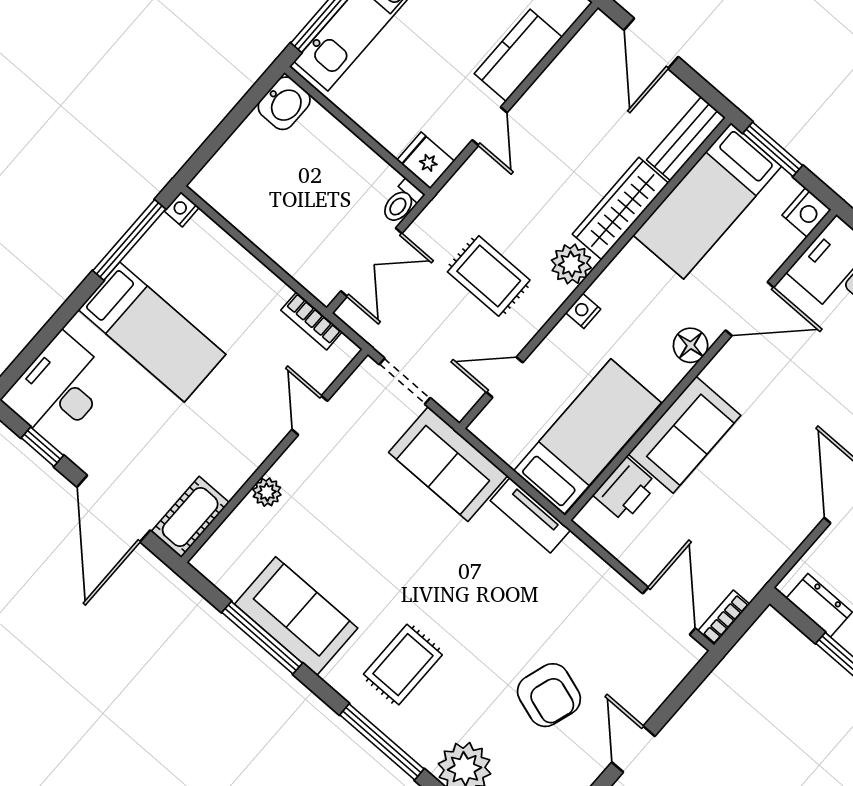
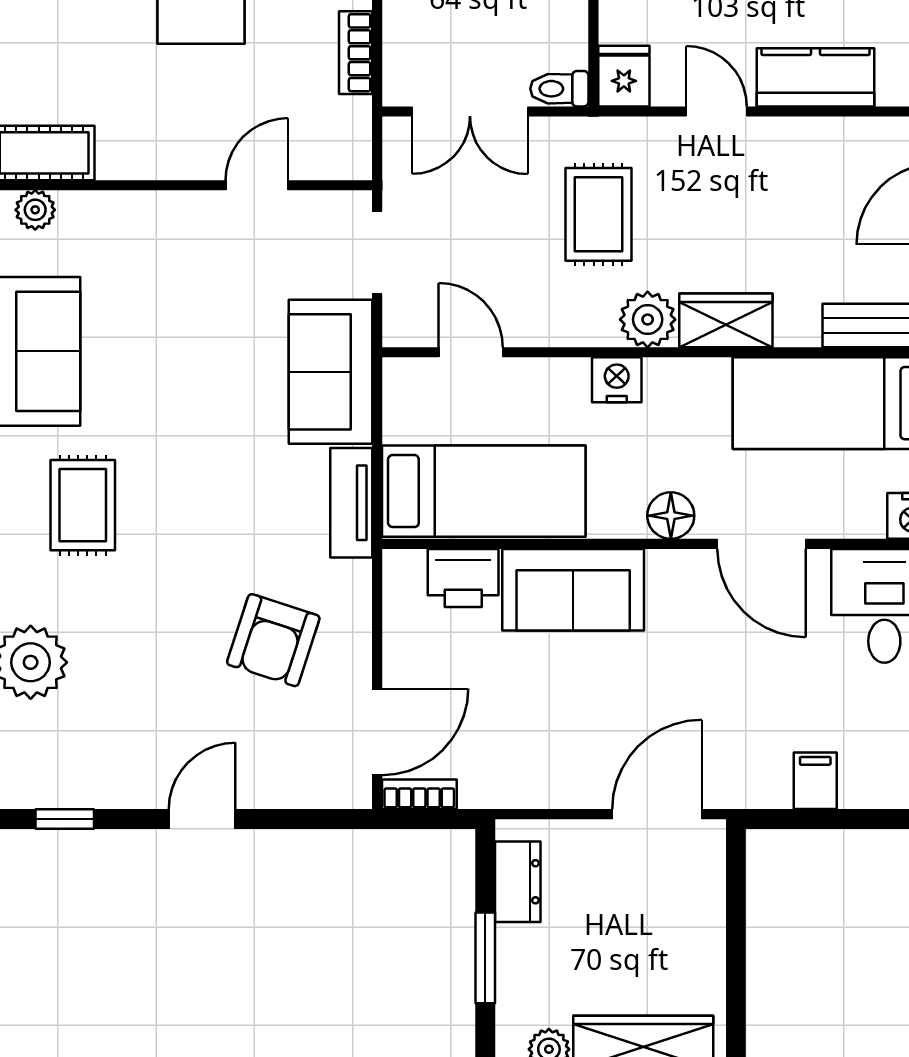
door: (490, 126) -> (717, 111), swing flipped
wardrobe: (620, 209) -> (726, 320), width x0.67
rug: (489, 276) -> (599, 214), moved
nightstand: (583, 311) -> (617, 380), width x1.39, depth x1.35
bookcase: (312, 321) -> (356, 53), moved
plant: (267, 492) -> (35, 210), moved
rug: (403, 665) -> (83, 505), turned 90
armchair: (549, 695) -> (273, 640), moved

